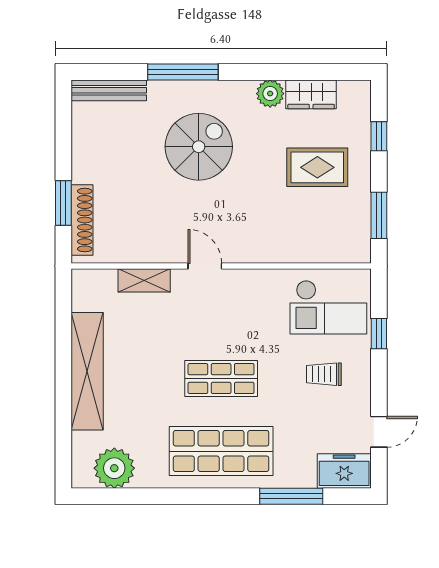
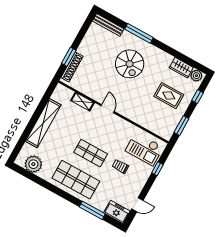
plant: (270, 94) -> (196, 76), moved
spiral stairs: (199, 147) -> (130, 64), turned 90
trolley: (324, 374) -> (120, 166), moved

